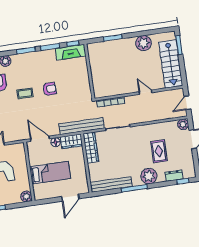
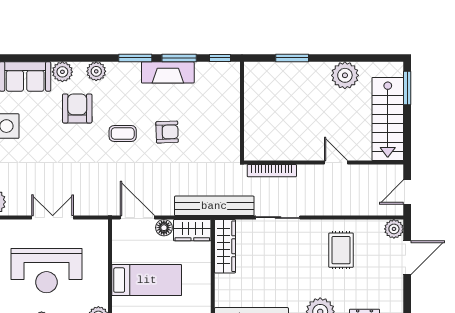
fireplace: (71, 52) -> (168, 72), moved
rug: (159, 151) -> (341, 250), moved

